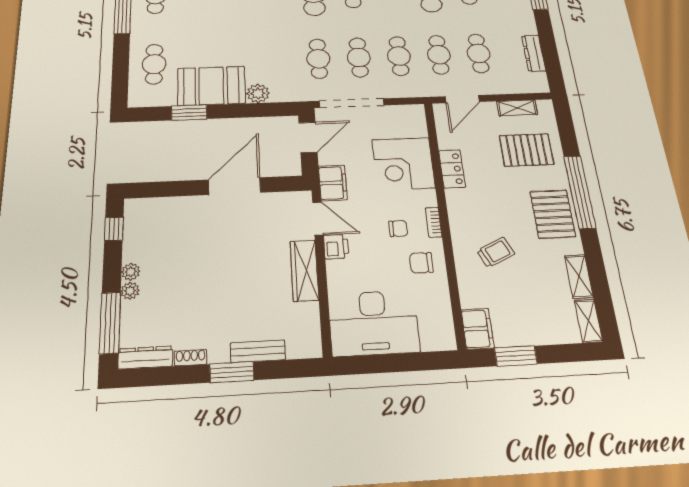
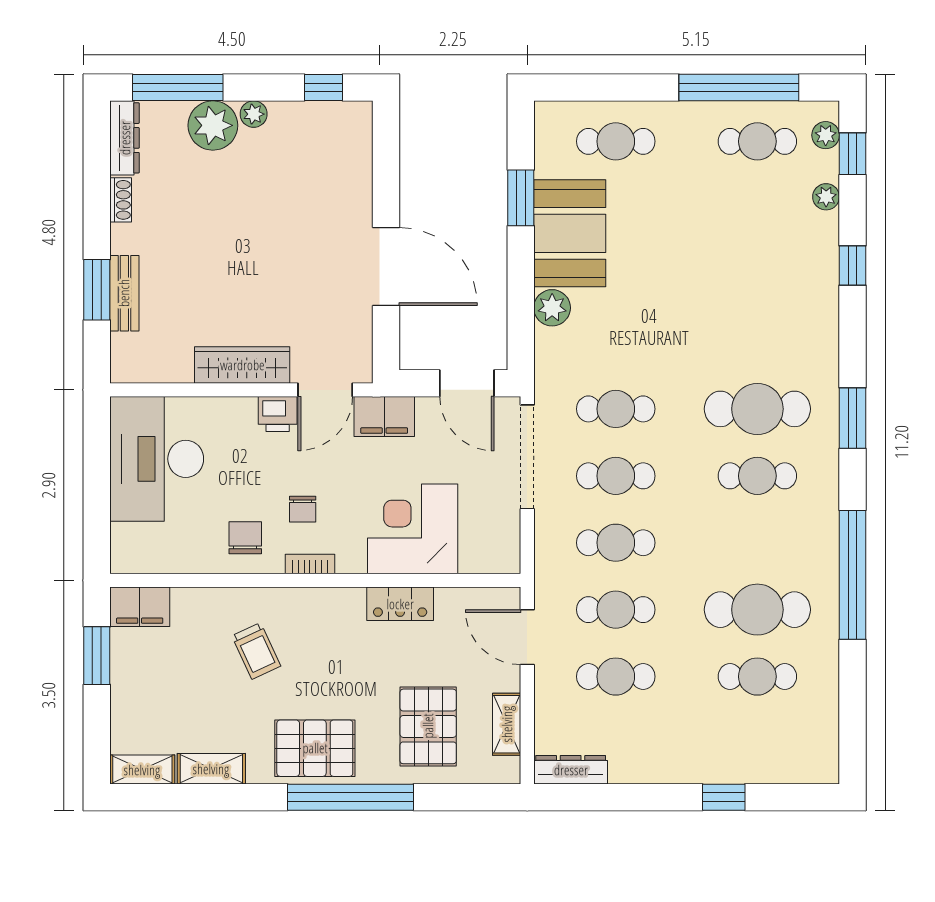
dresser: (534, 53) -> (571, 770), moved
plant: (130, 291) -> (213, 125), width x1.87, depth x1.87
window: (232, 372) -> (97, 290), moved

